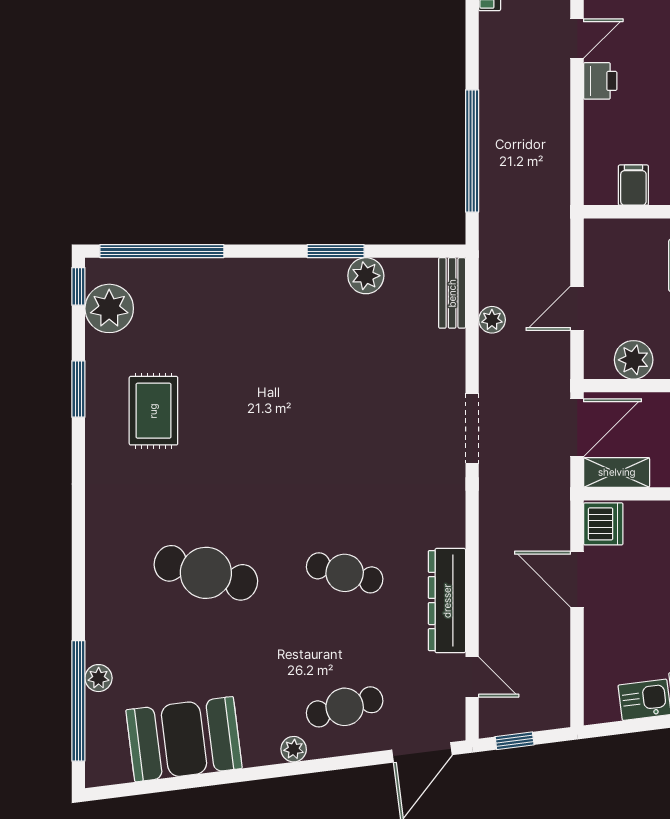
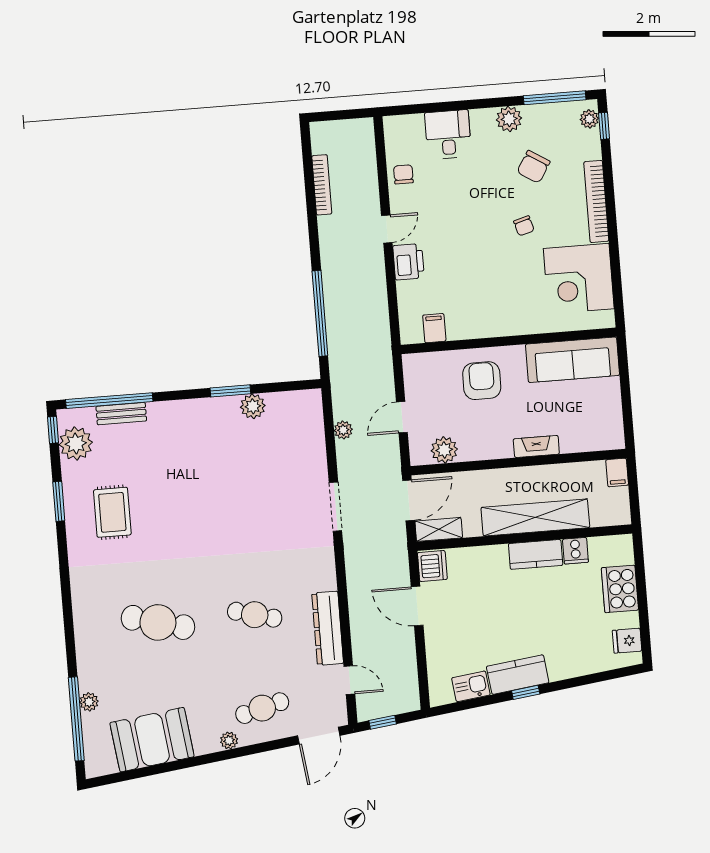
printer: (600, 81) -> (408, 262), width x1.36, depth x1.24
bench: (452, 293) -> (121, 414), moved, turned 90

